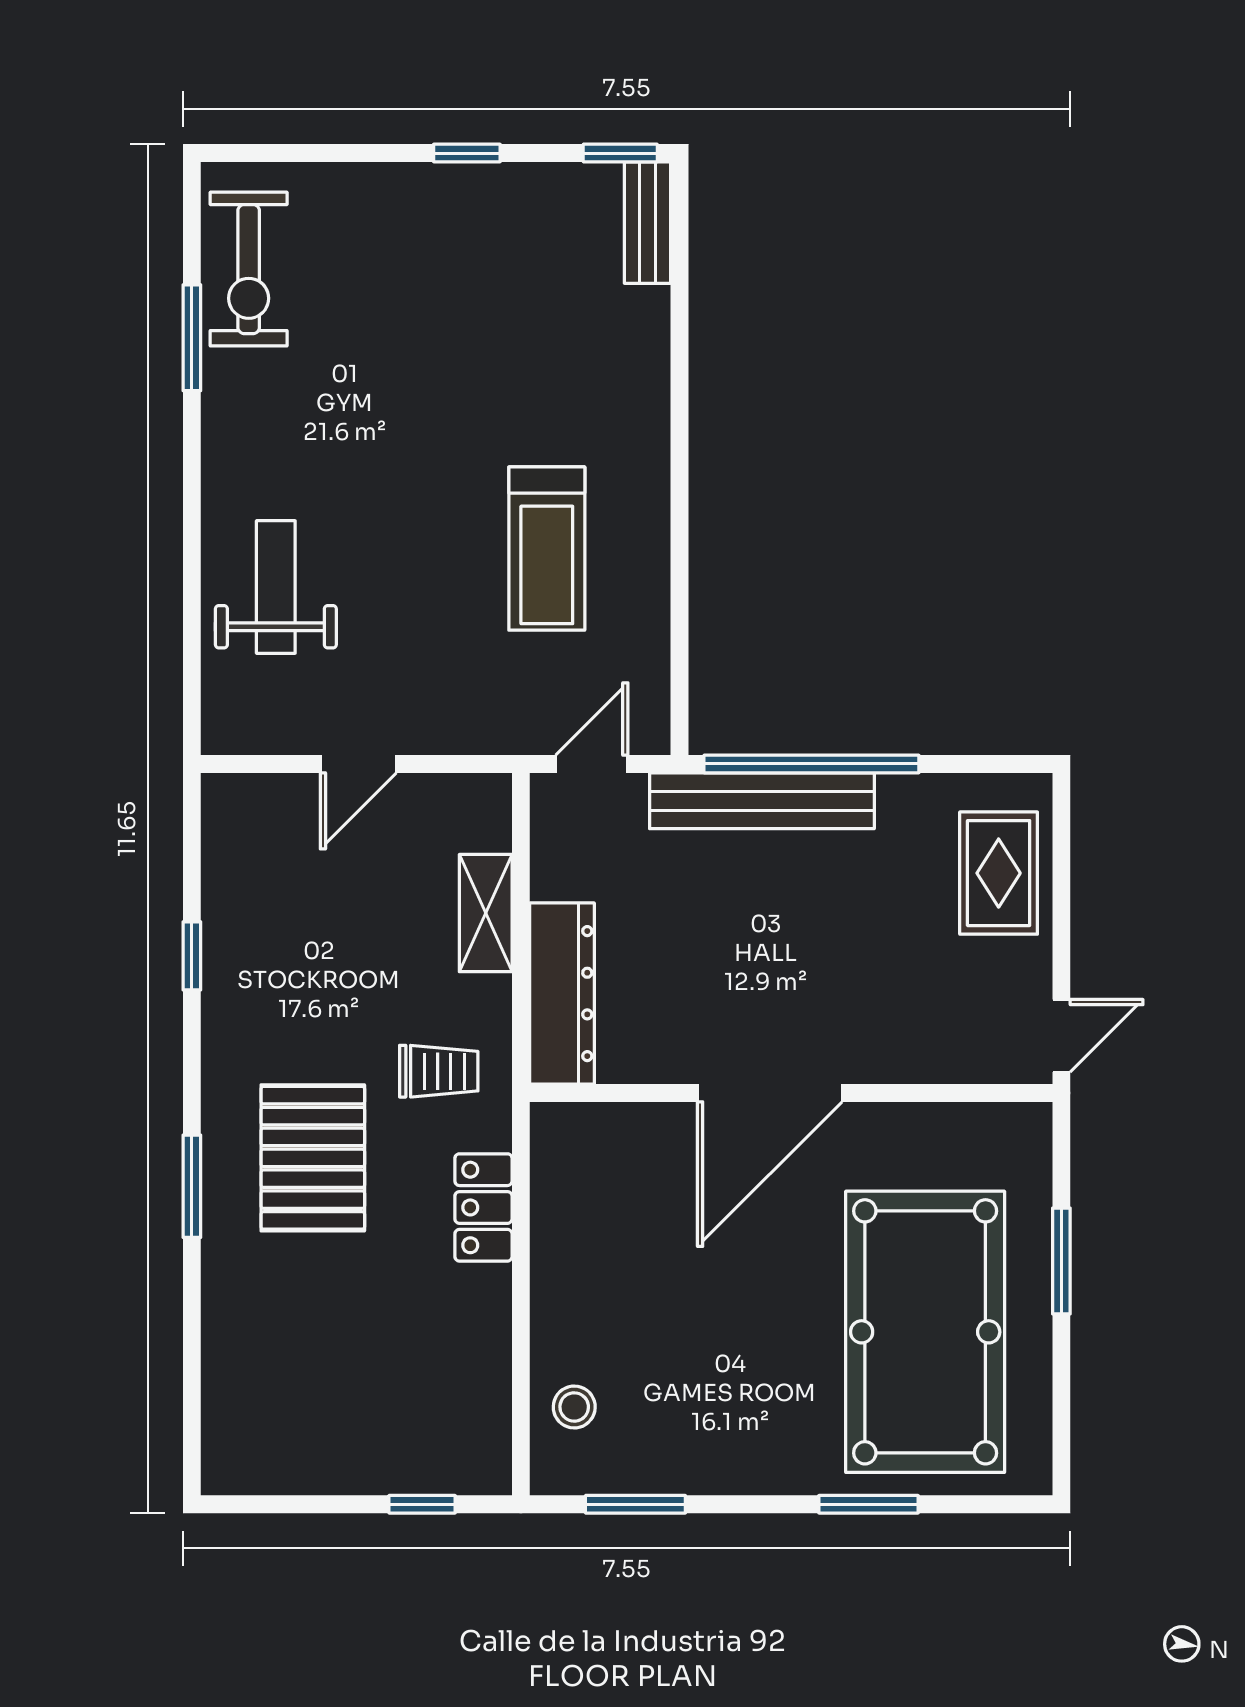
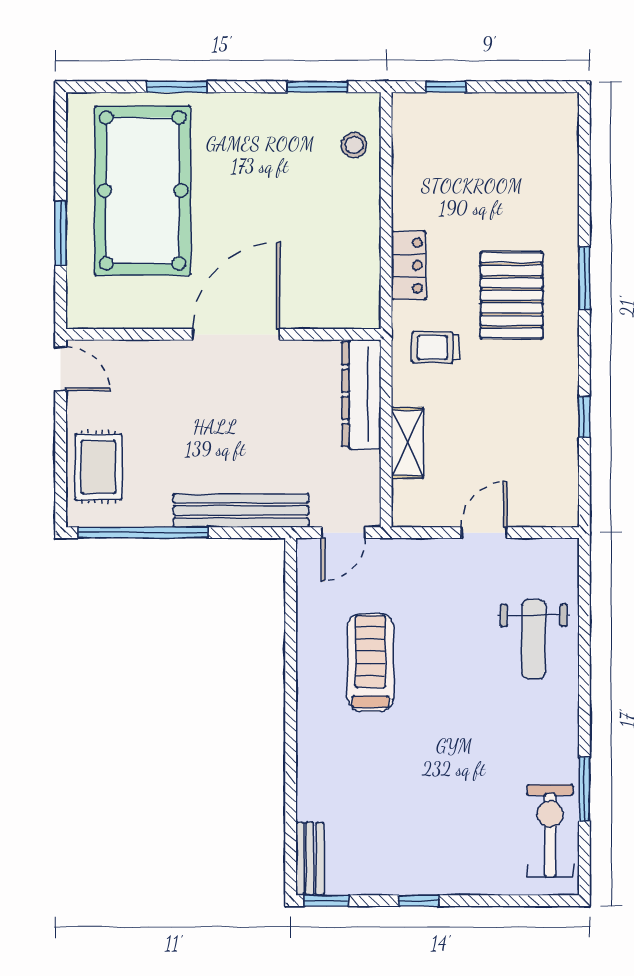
window: (811, 764) -> (143, 533), moved
door: (1061, 1036) -> (61, 369), swing flipped

